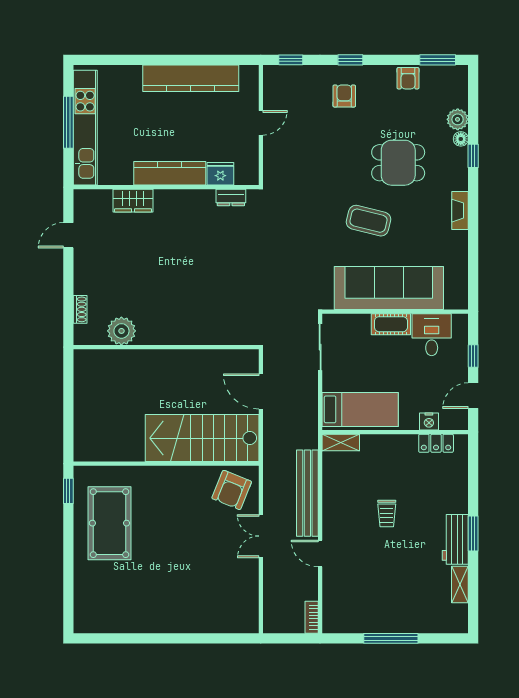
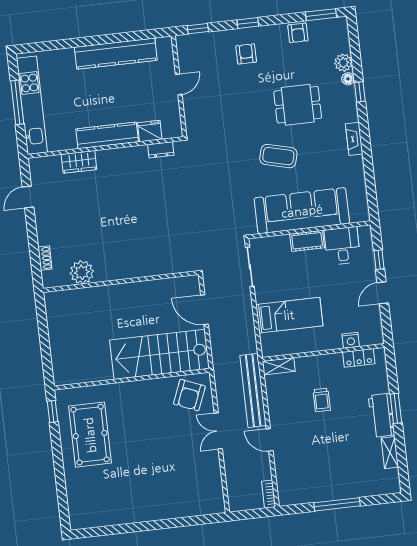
nightstand: (429, 421) -> (351, 340), moved
wall: (395, 432) -> (323, 352), moved
shelving: (341, 442) -> (279, 366), moved
locker: (436, 443) -> (359, 358), moved

